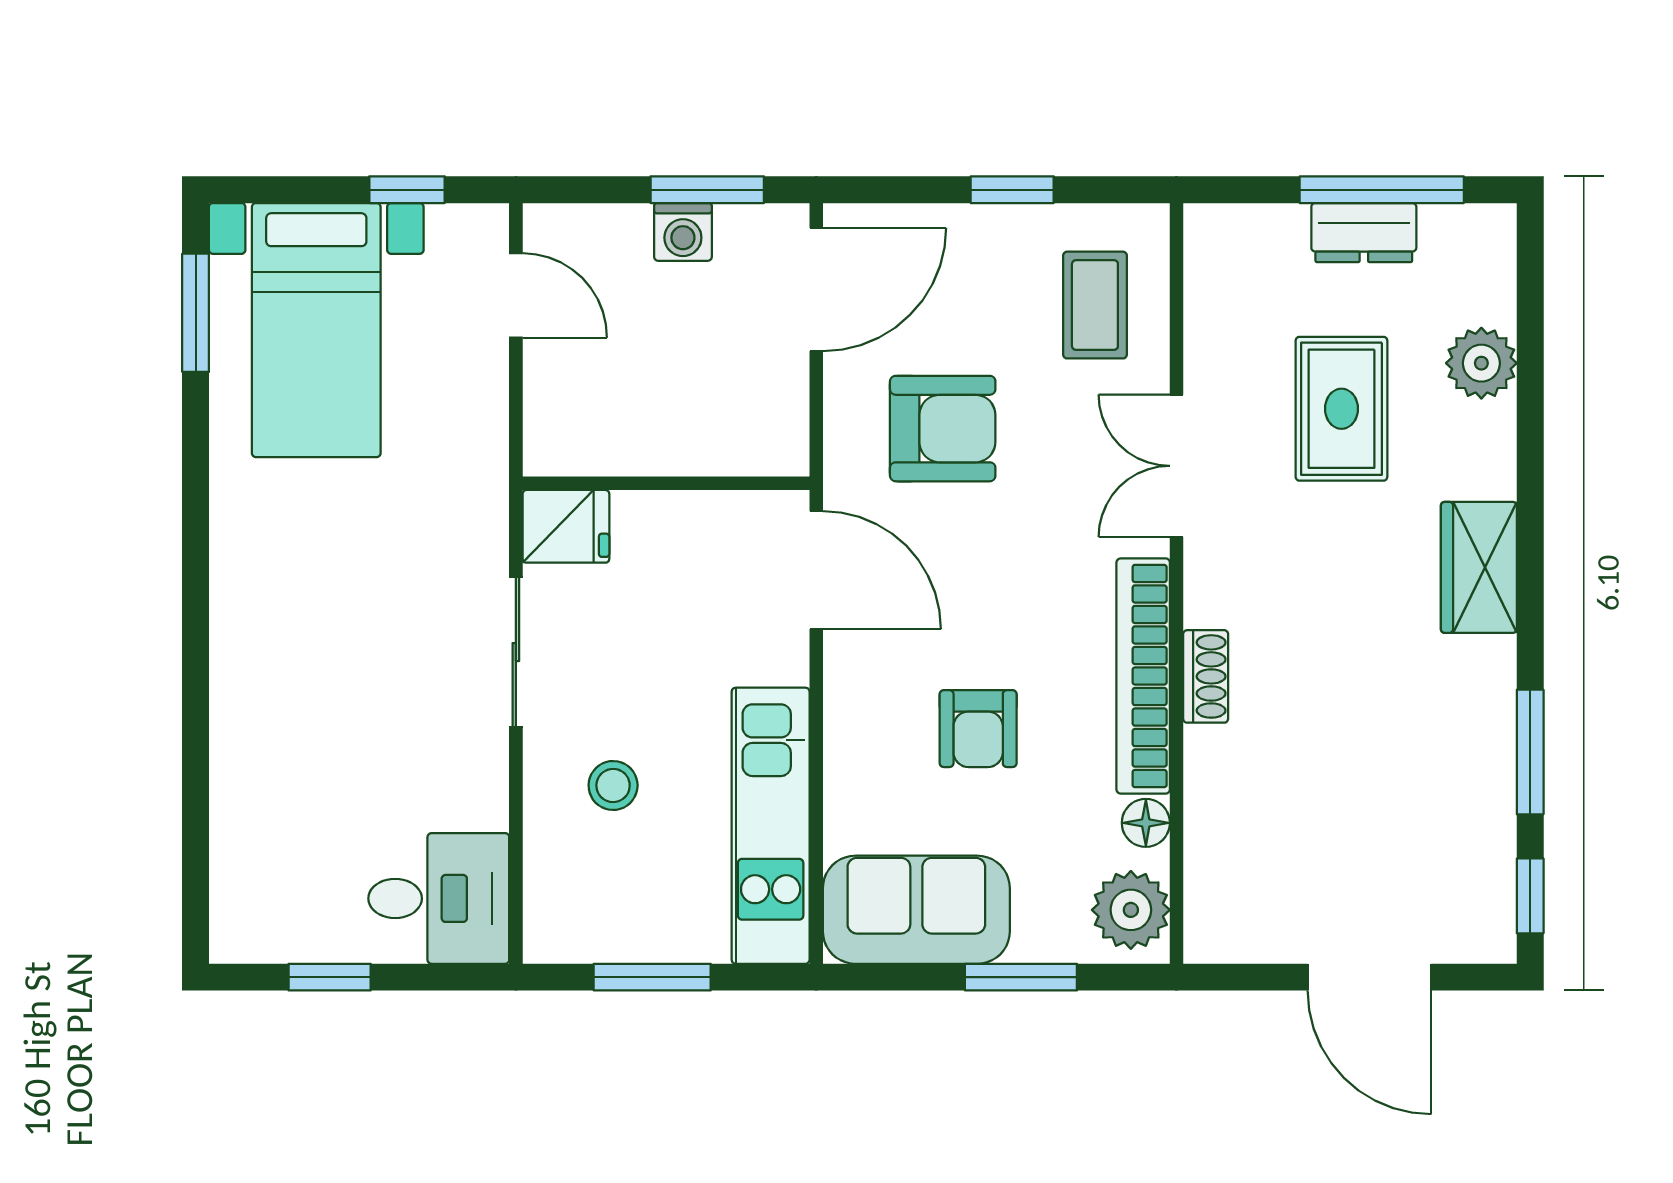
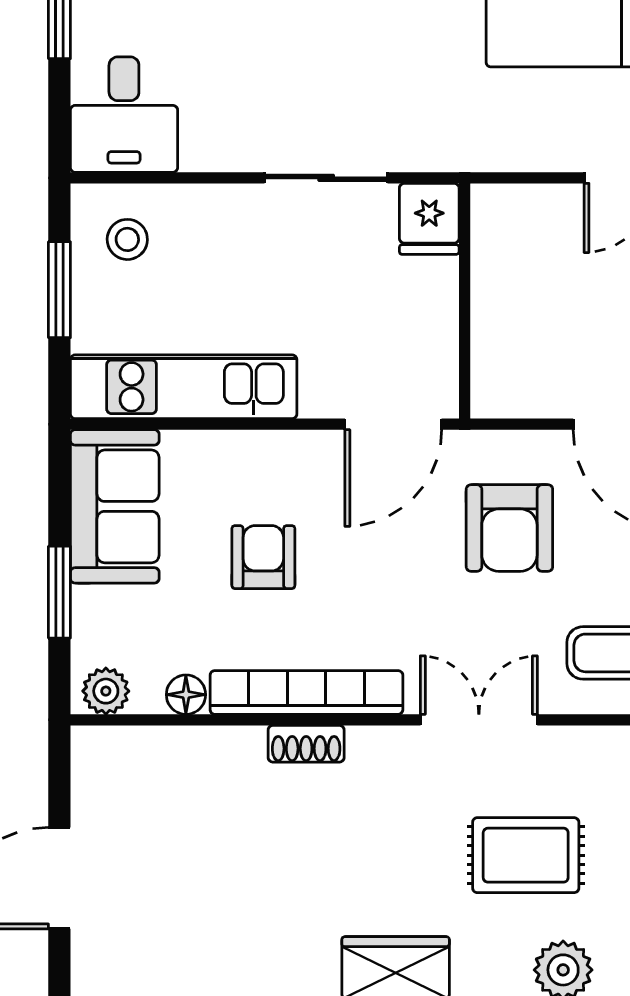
armchair: (978, 729) -> (263, 557), turned 90
stool: (613, 785) -> (127, 239), moved
plant: (1131, 910) -> (106, 691), width x0.73, depth x0.73

